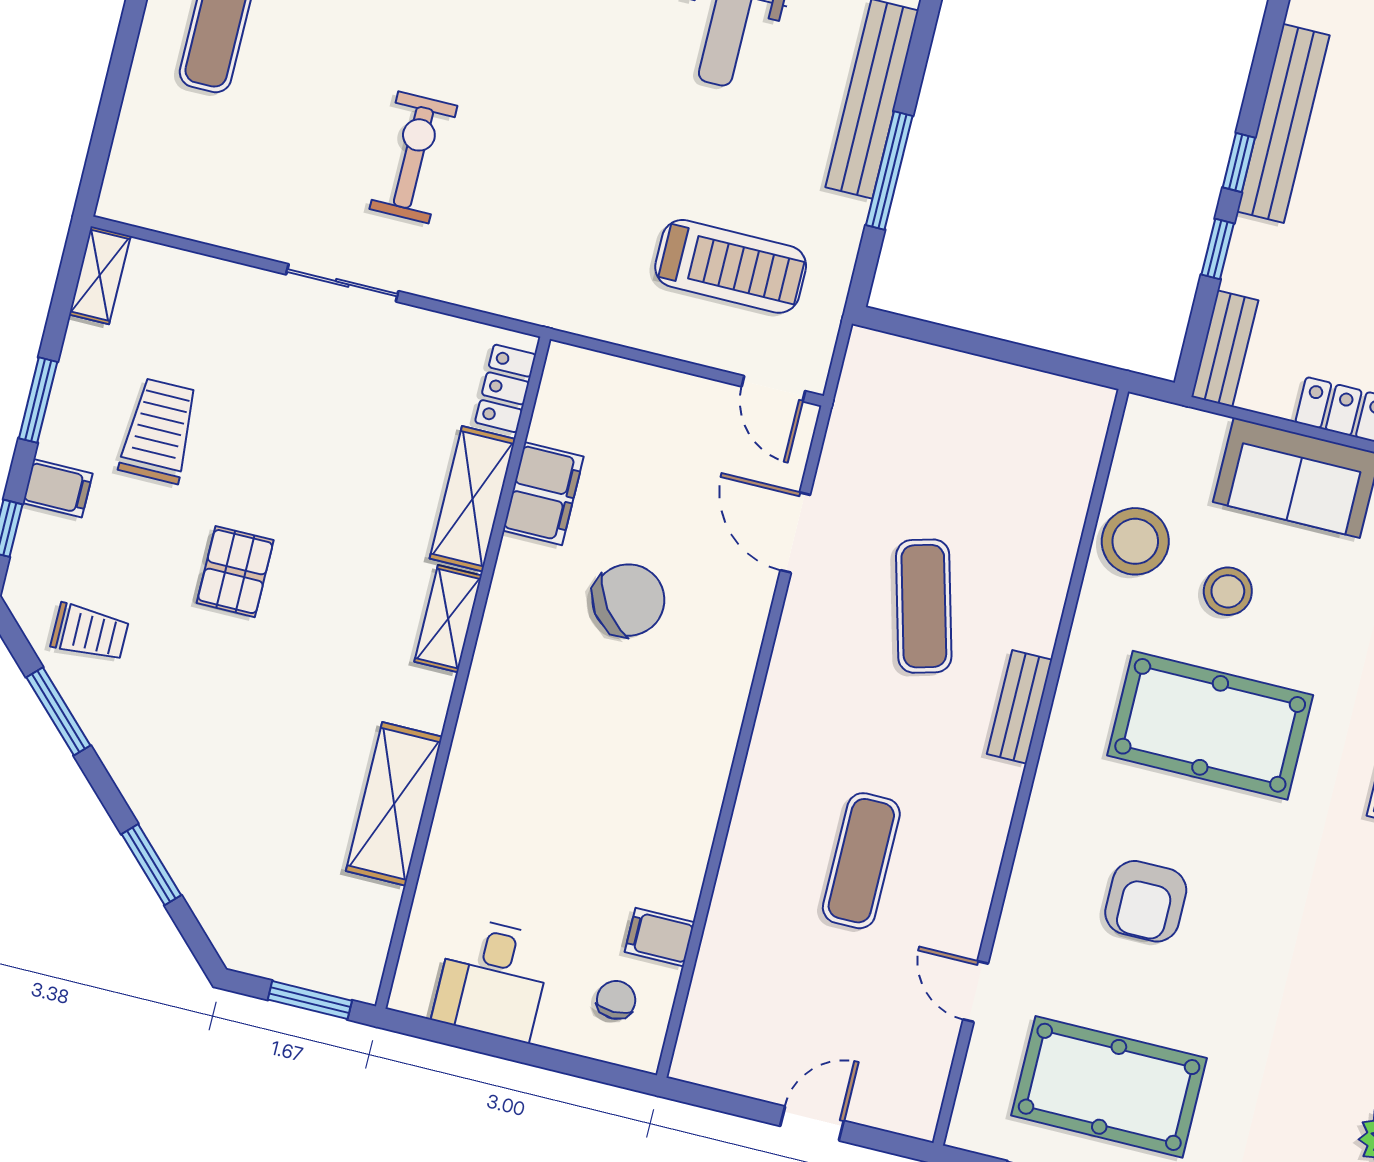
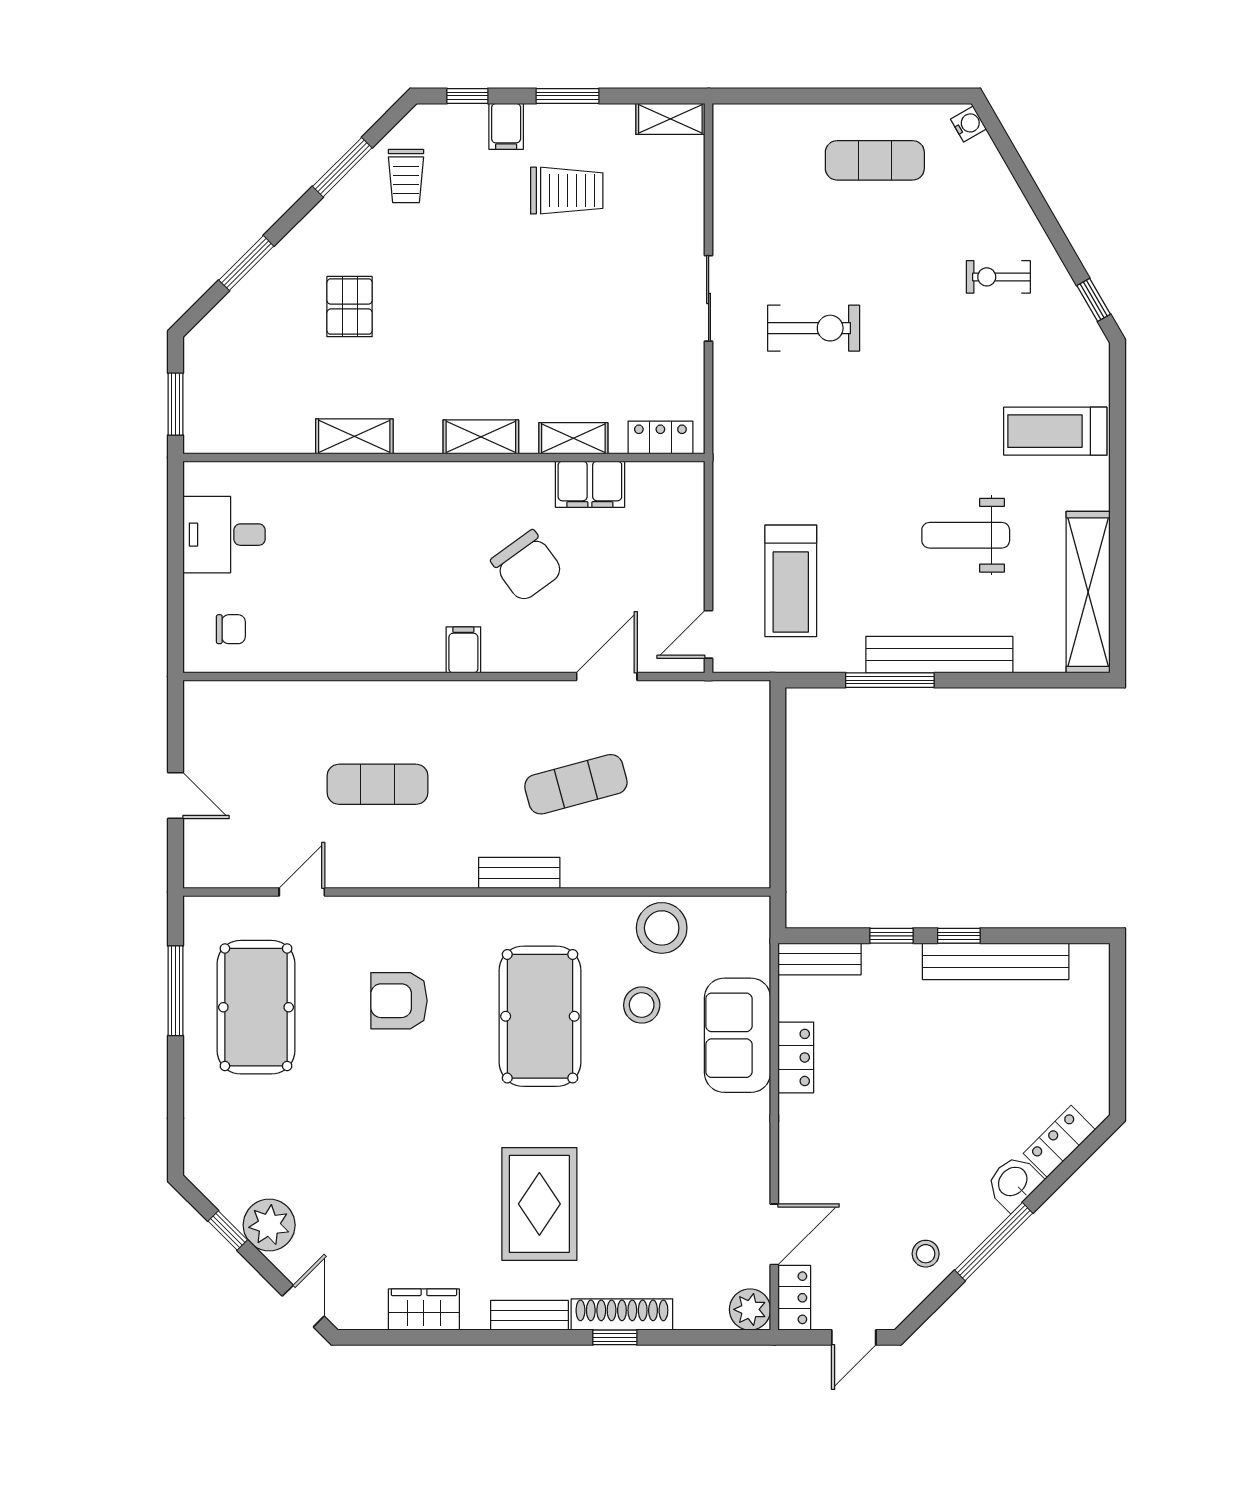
shelving: (472, 499) -> (573, 438), width x0.67, depth x0.75
pallet: (235, 572) -> (350, 307), moved, turned 90
shelving: (394, 804) -> (354, 436), width x0.67, depth x0.75
filing cabinet: (660, 937) -> (463, 650), moved

